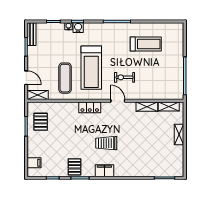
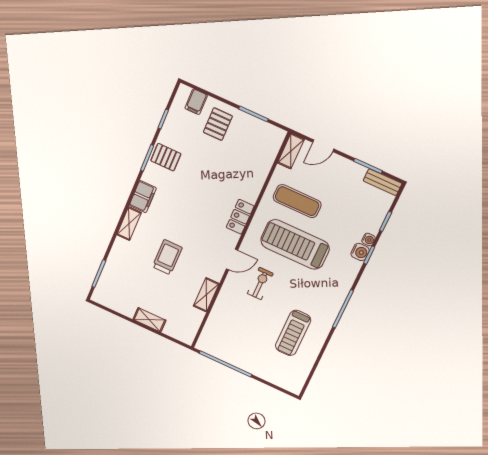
shelving: (169, 106) -> (129, 224), moved
pallet: (41, 122) -> (218, 124), moved, turned 90
trolley: (106, 143) -> (167, 257), moved

